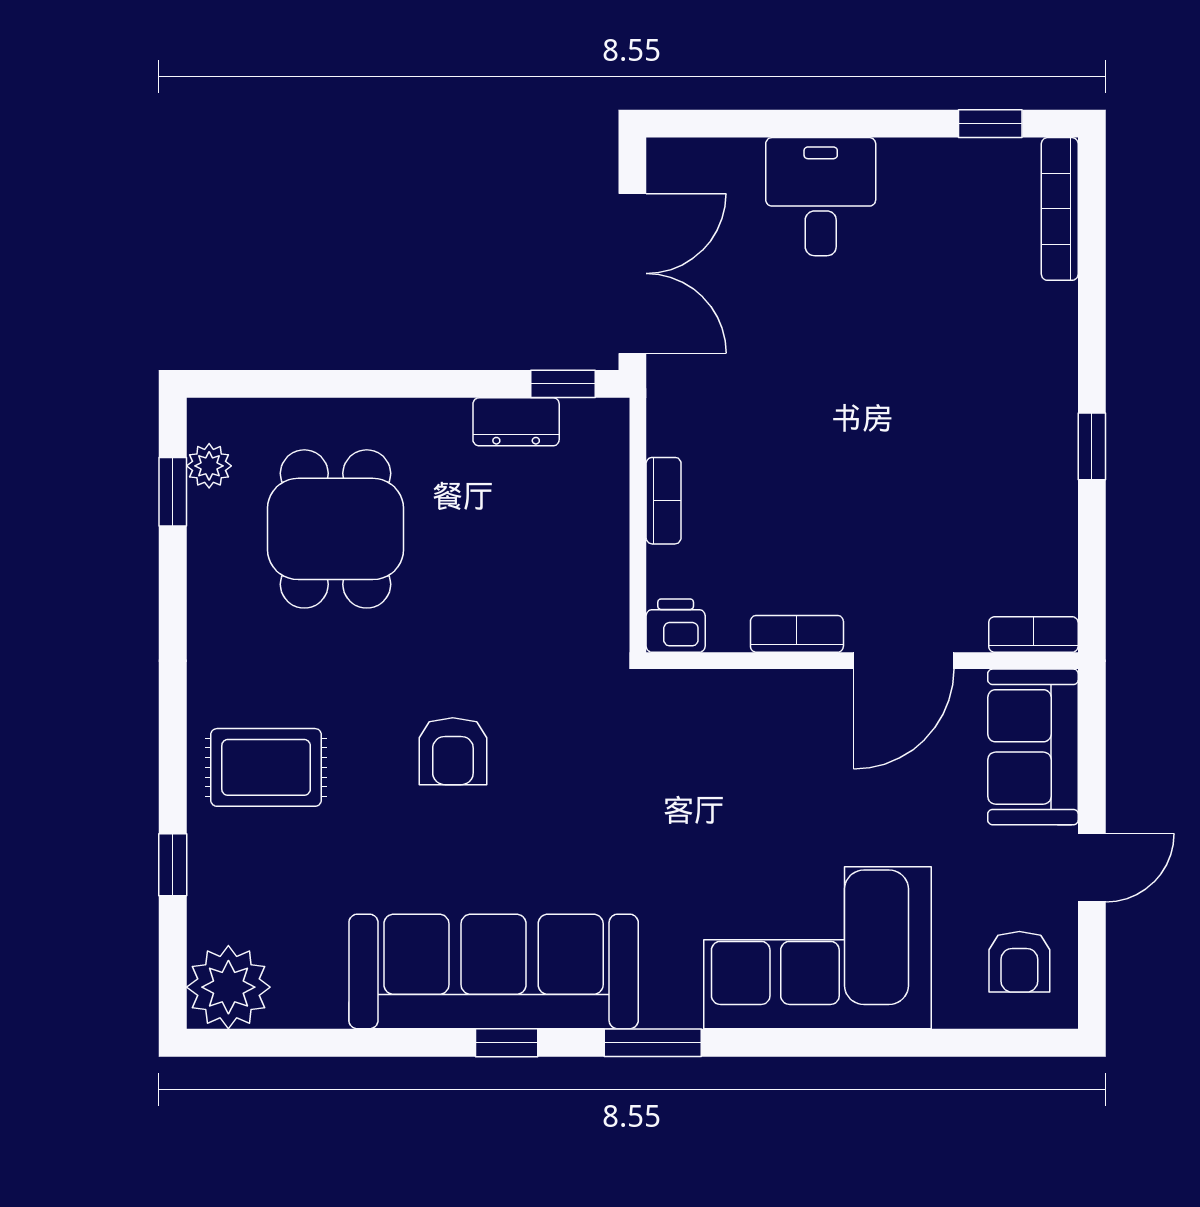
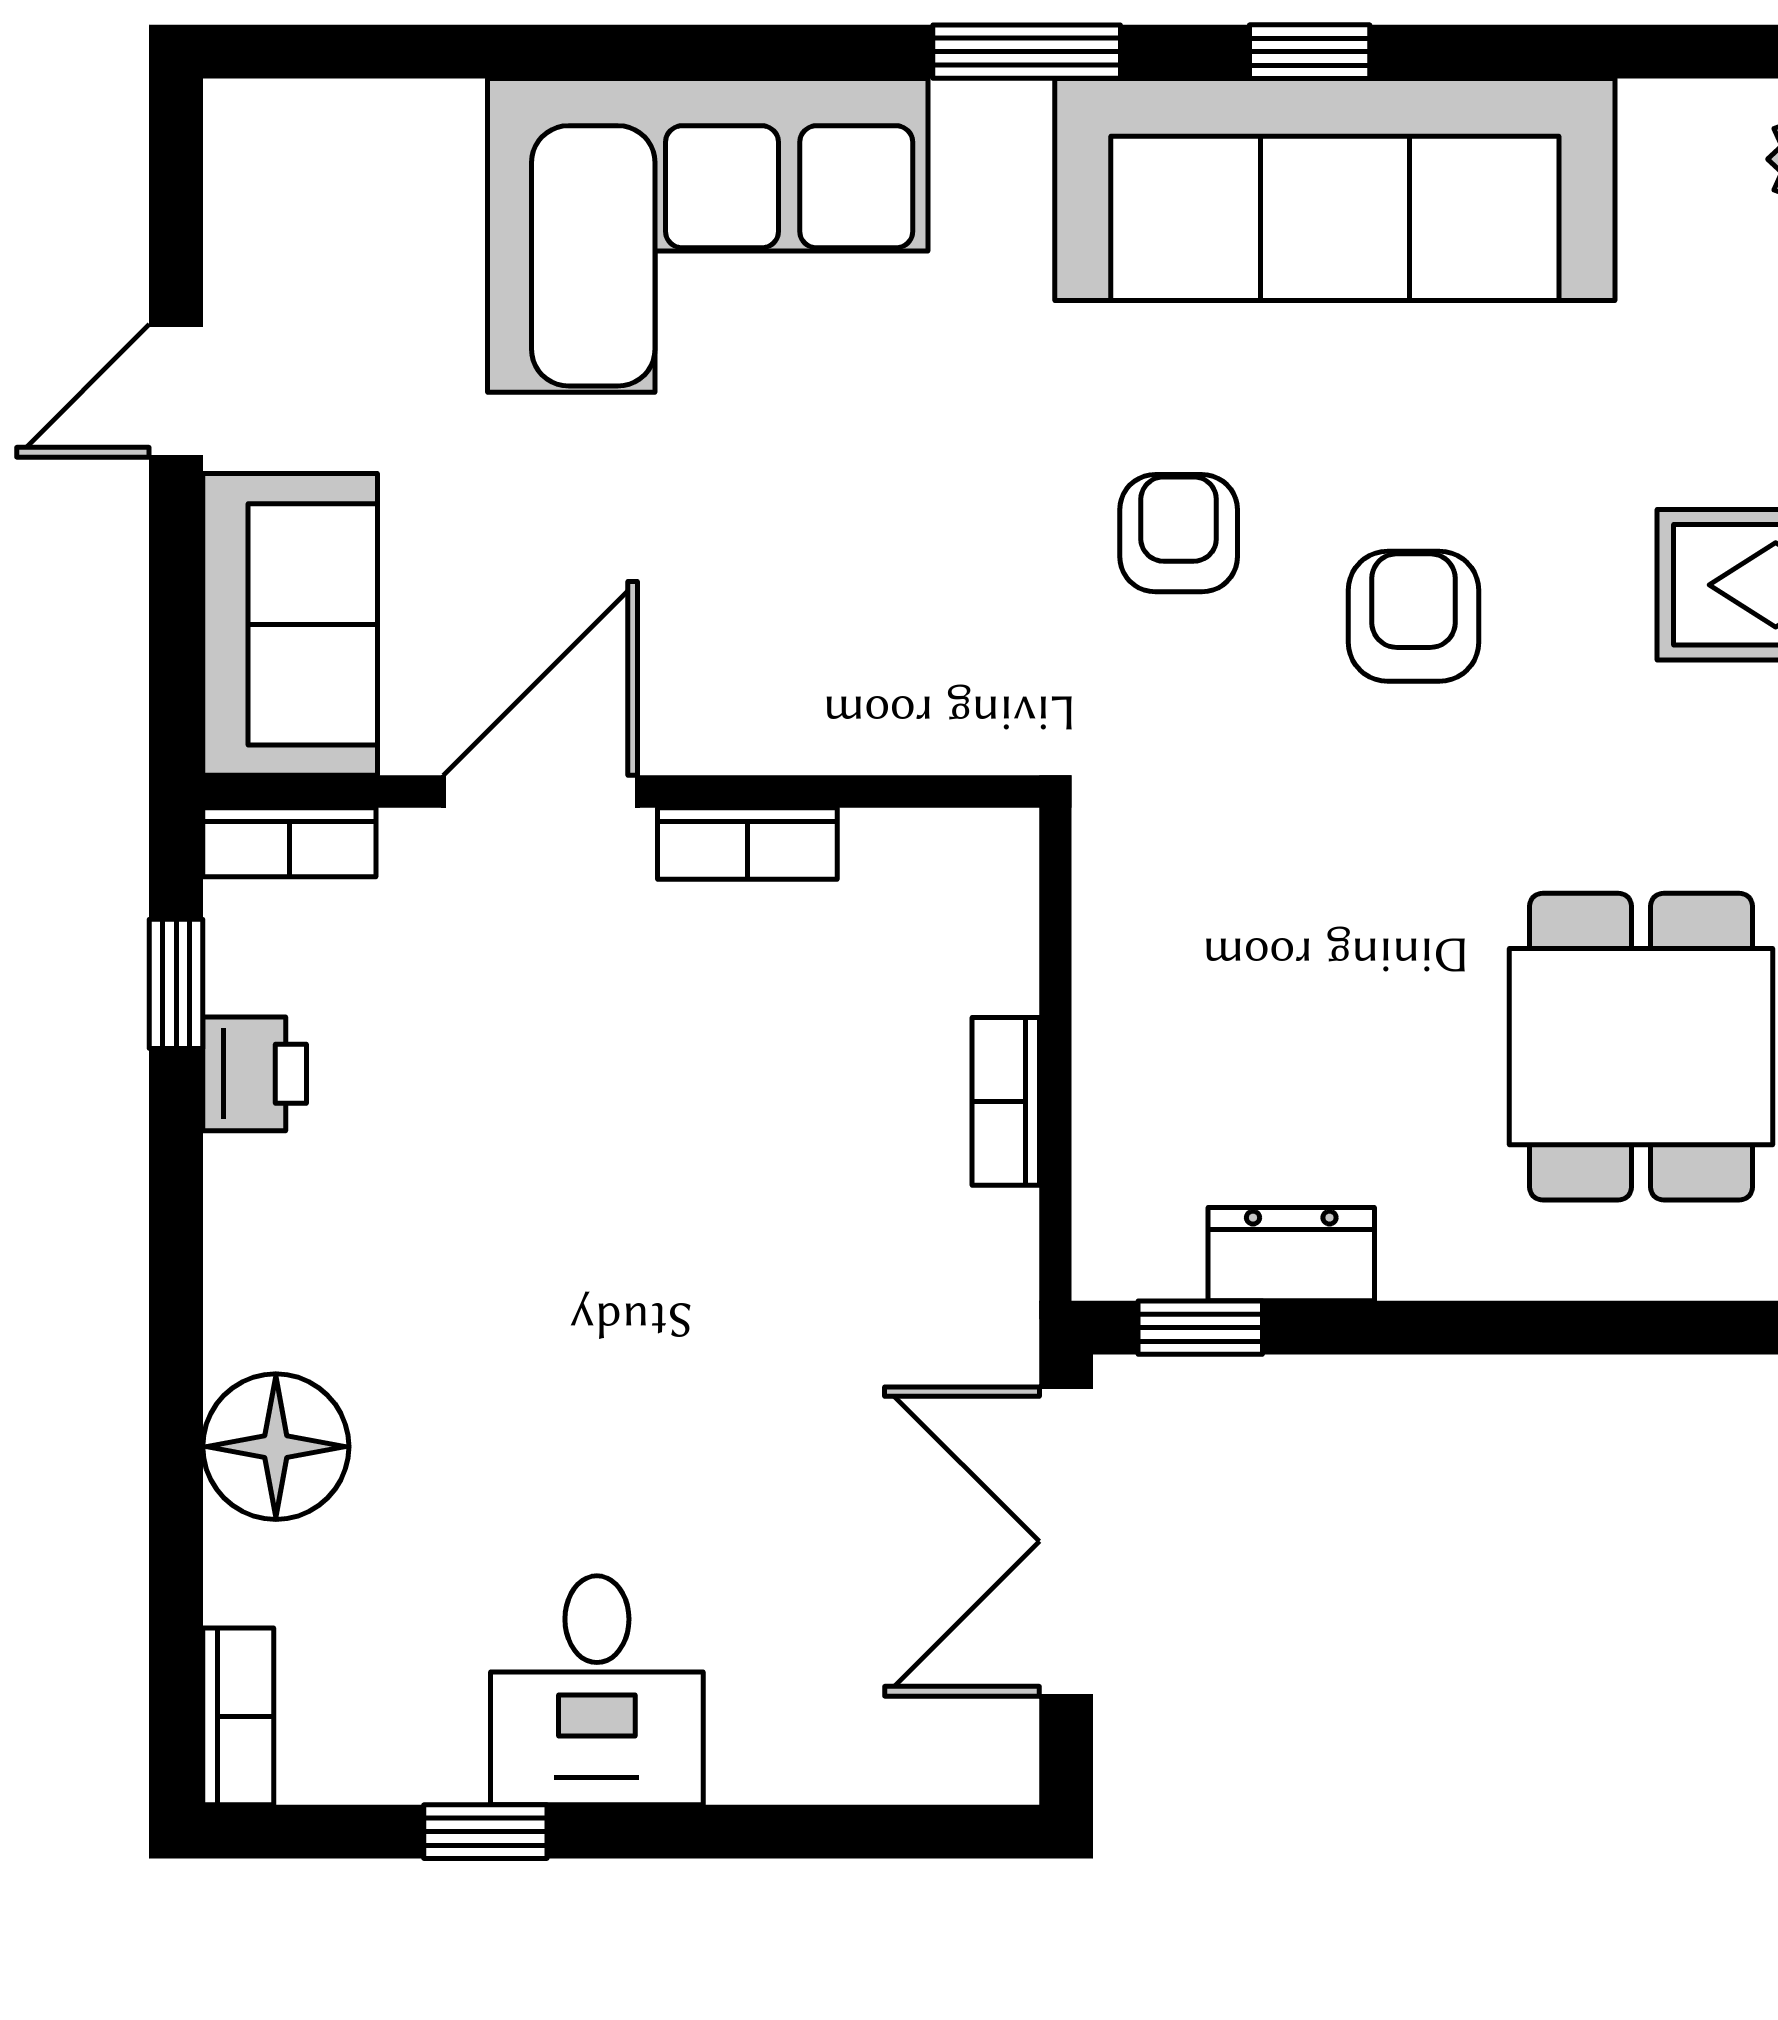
window: (990, 124) -> (485, 1832), moved
desk: (821, 197) -> (597, 1690), moved
bookcase: (1060, 209) -> (238, 1716), width x0.64
floor lamp: (1040, 322) -> (276, 1447), added
window: (1092, 446) -> (176, 984), moved
printer: (676, 626) -> (255, 1074), moved, turned -90
armchair: (1019, 962) -> (1179, 533), moved

